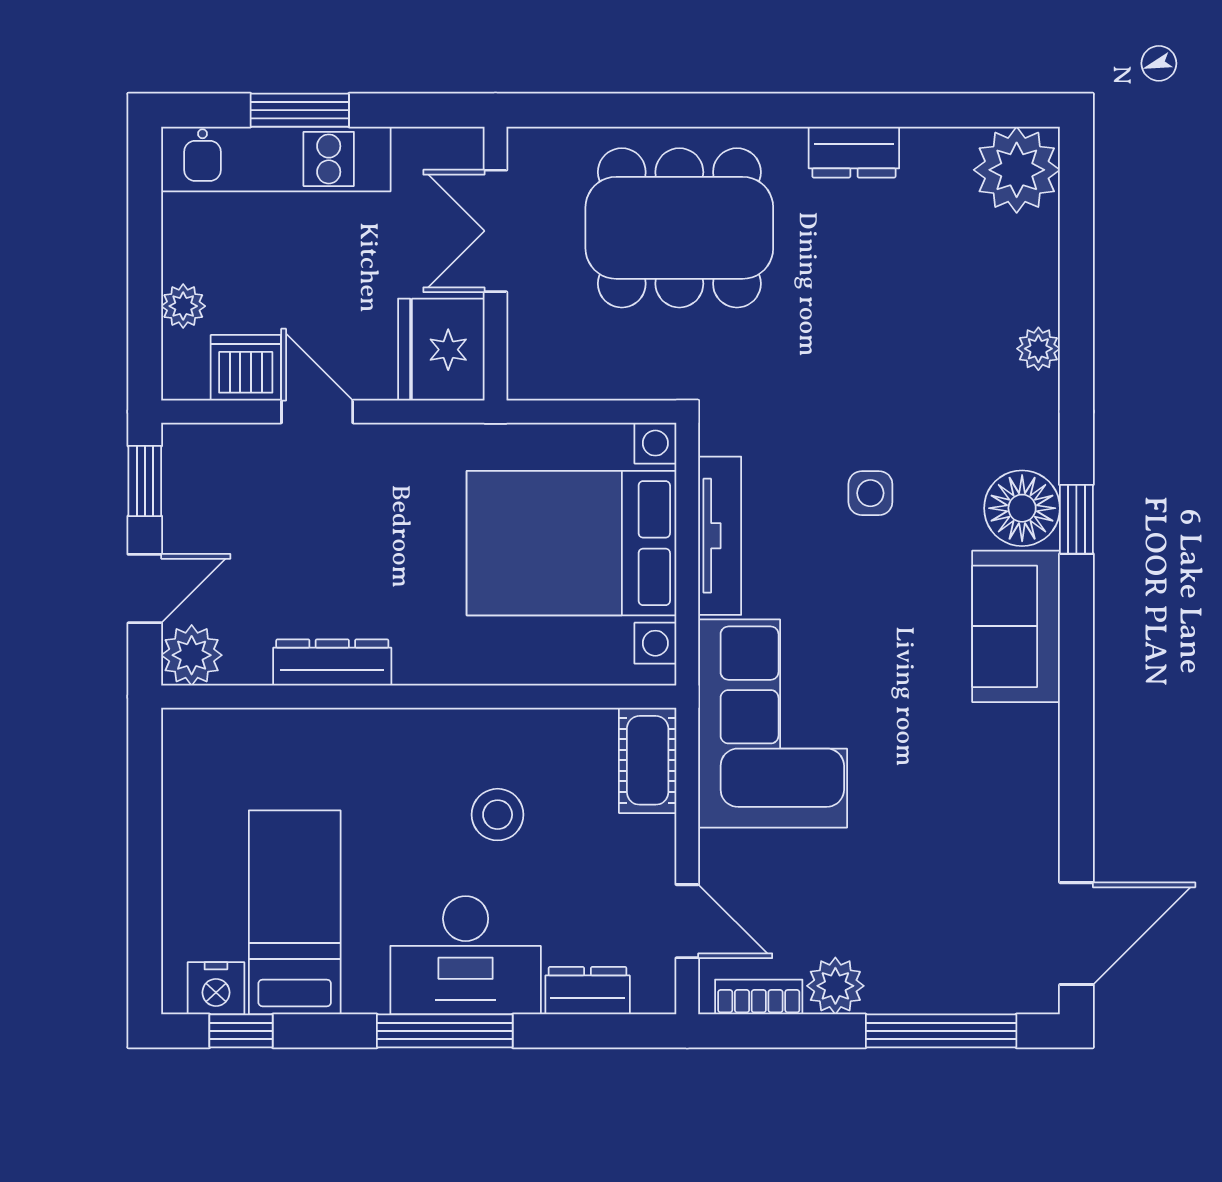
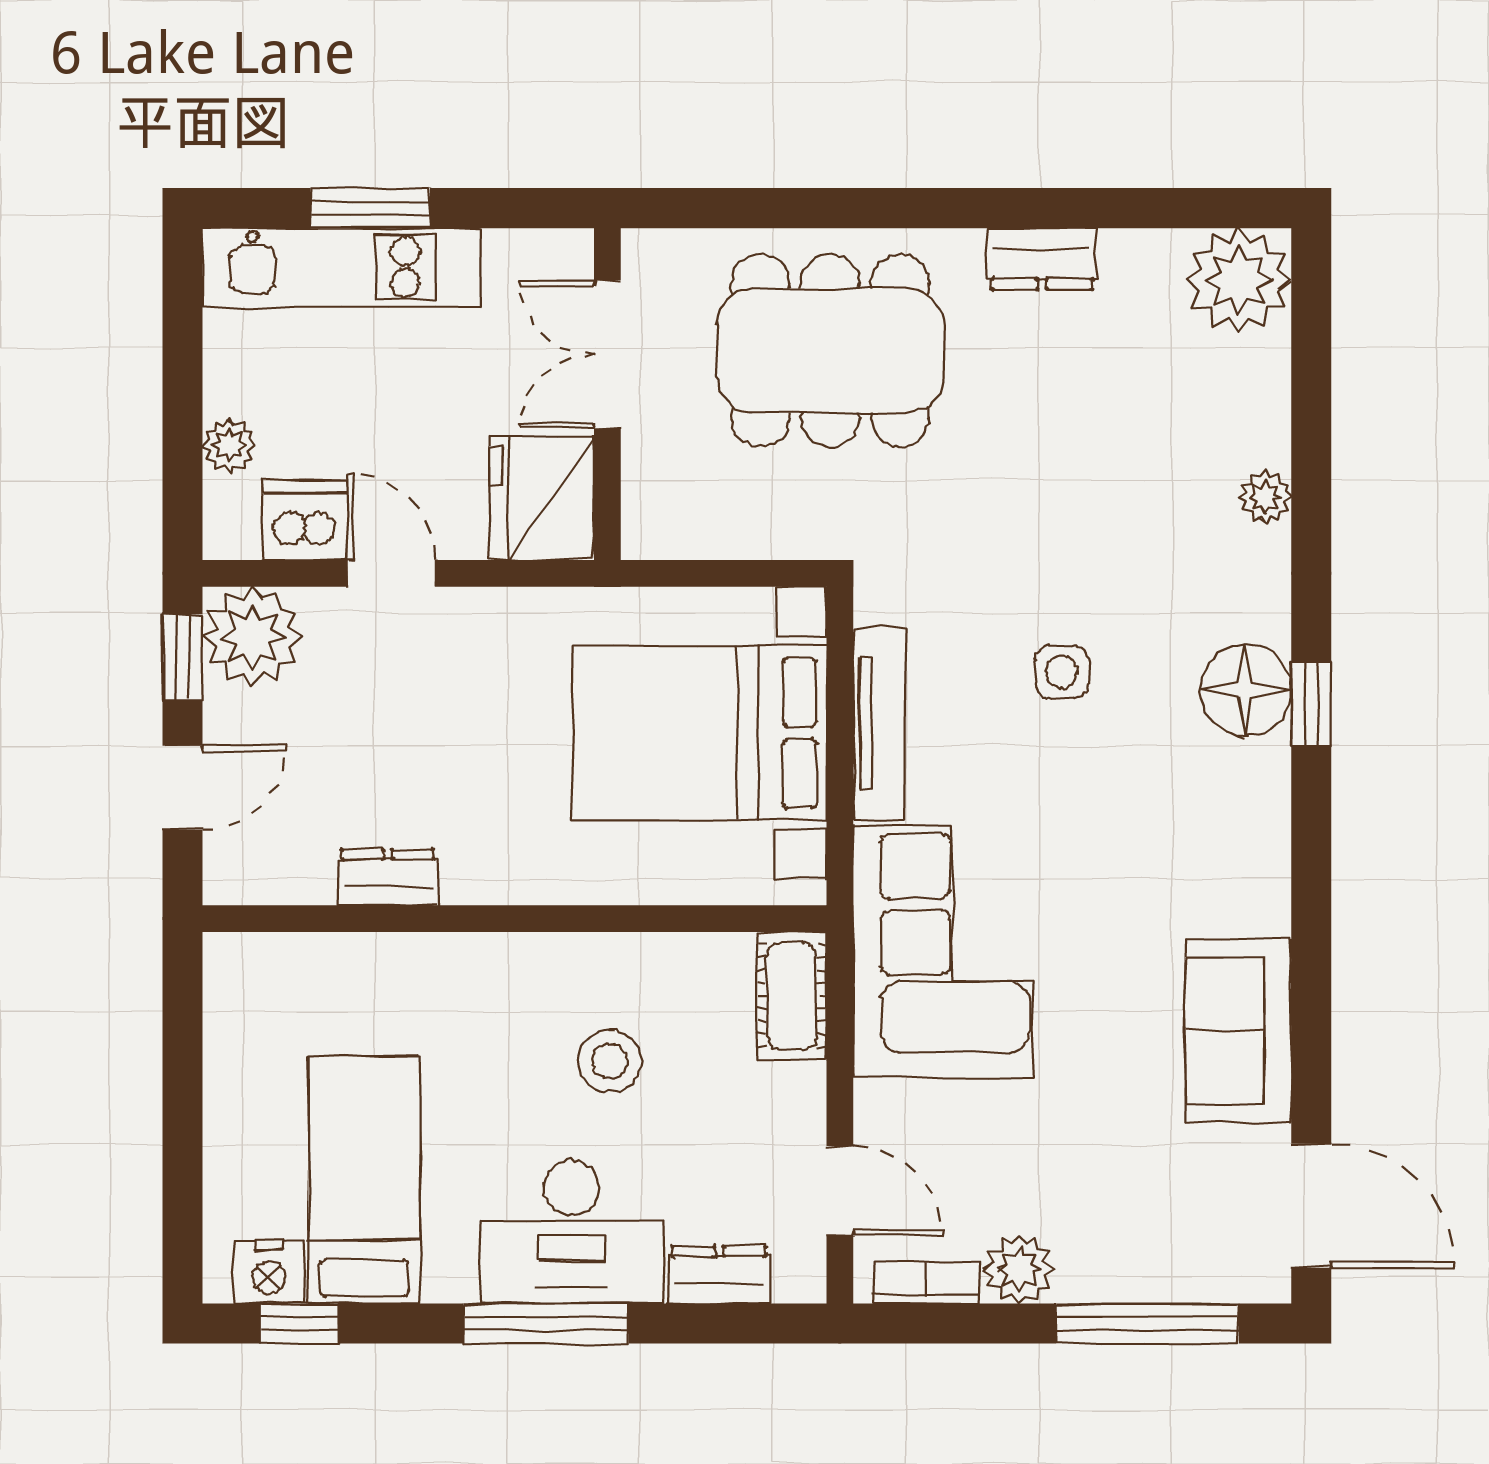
sofa: (1016, 626) -> (1238, 1031), moved
plant: (192, 655) -> (253, 637), moved, width x1.36, depth x1.36
dresser: (332, 662) -> (388, 877), width x0.70
door: (1076, 934) -> (1311, 1206), hinge flipped

